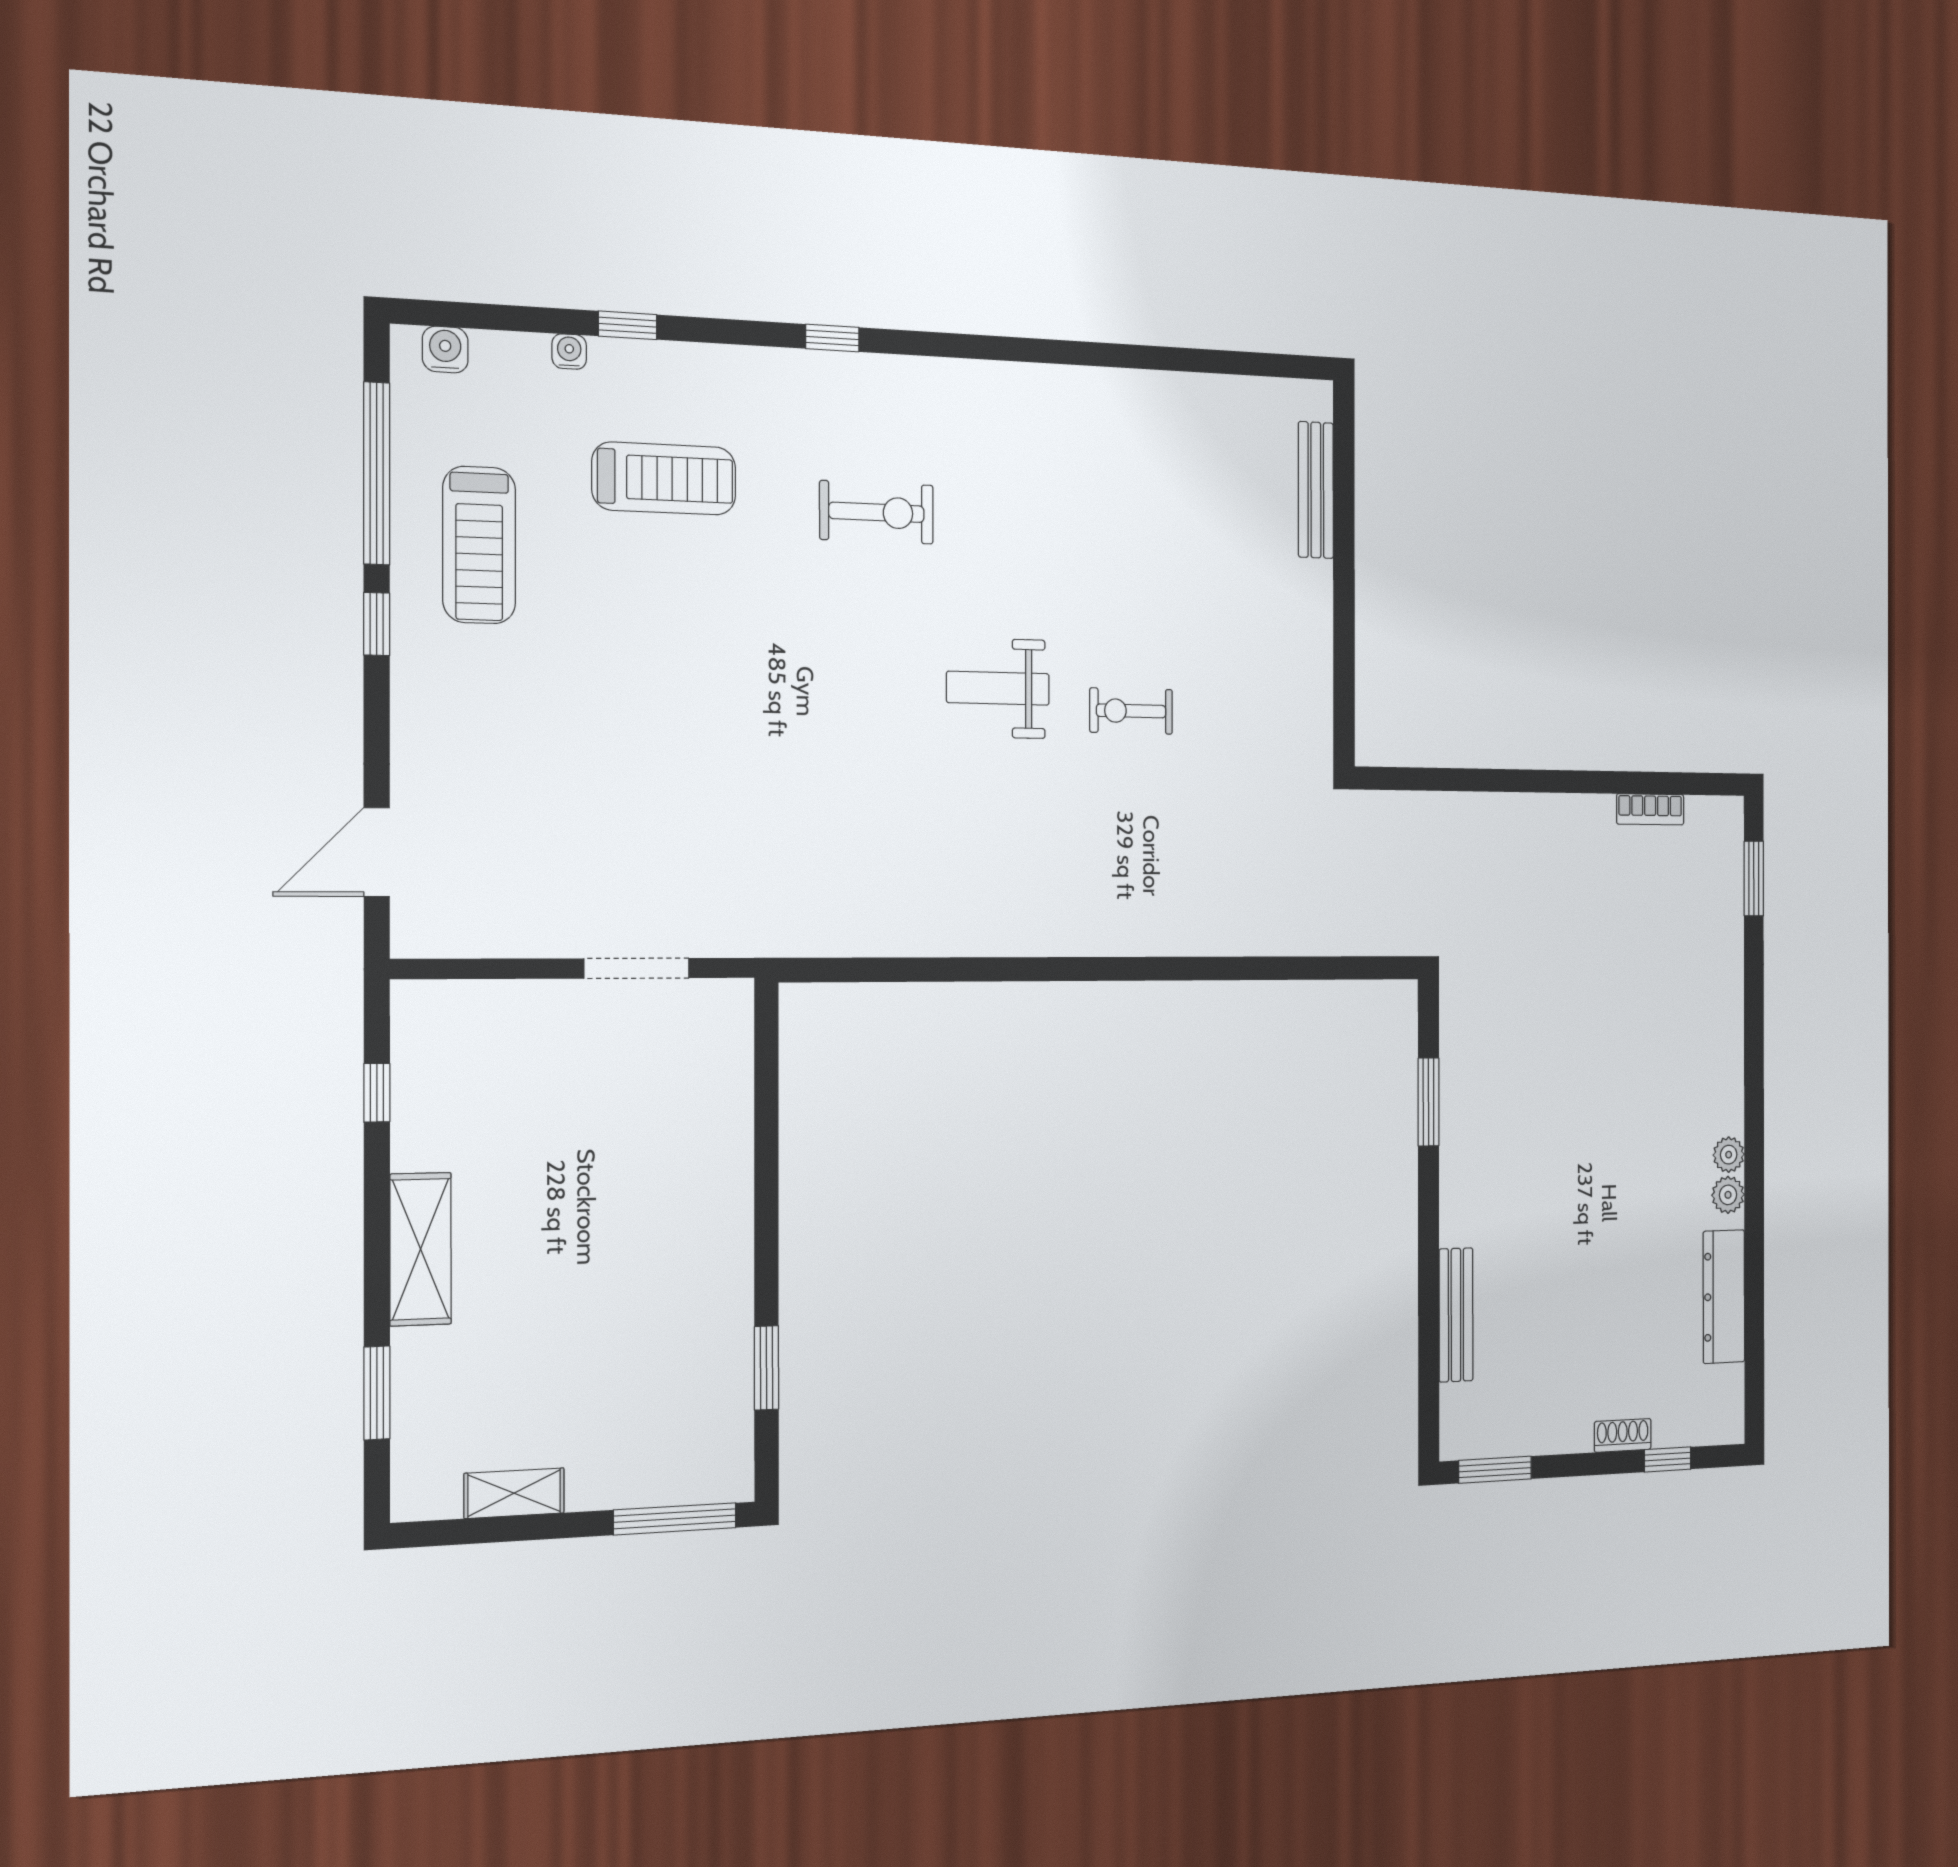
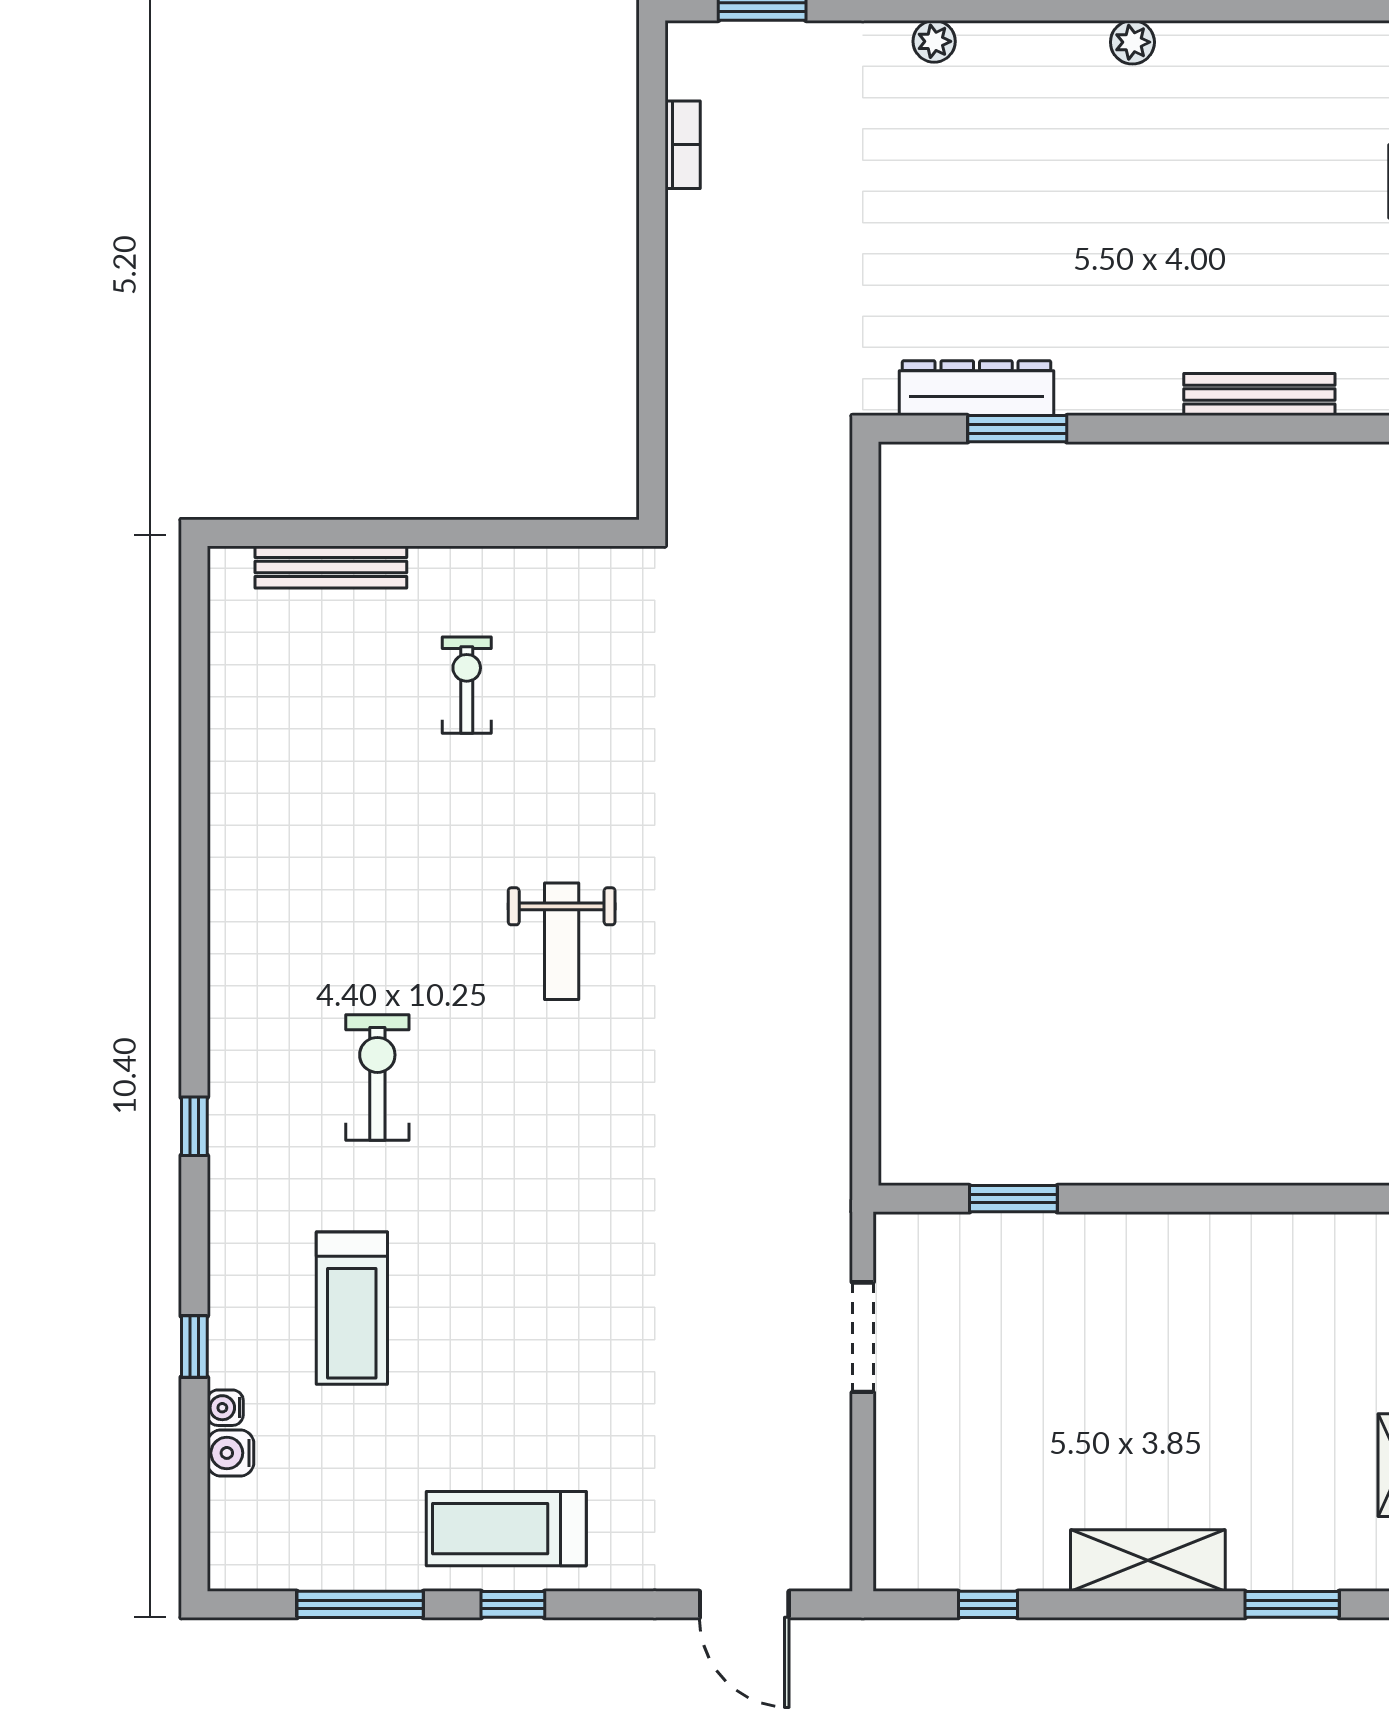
water cooler: (445, 350) -> (231, 1453), moved
window: (377, 473) -> (360, 1604), width x0.68
treadmill: (664, 479) -> (352, 1308), turned 180
treadmill: (479, 545) -> (506, 1529), moved, turned 180
exercise bike: (1131, 711) -> (467, 685), moved, turned 180
plant: (1729, 1155) -> (934, 41), moved
dresser: (1724, 1297) -> (977, 388), moved, turned 180
window: (766, 1368) -> (1013, 1199), moved

